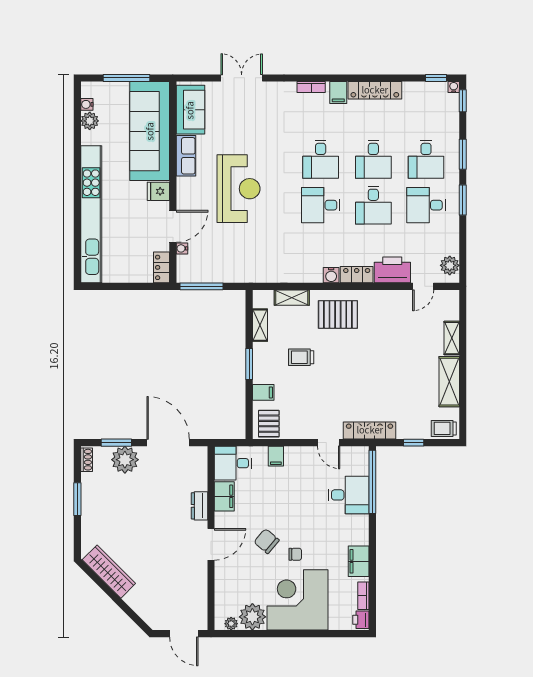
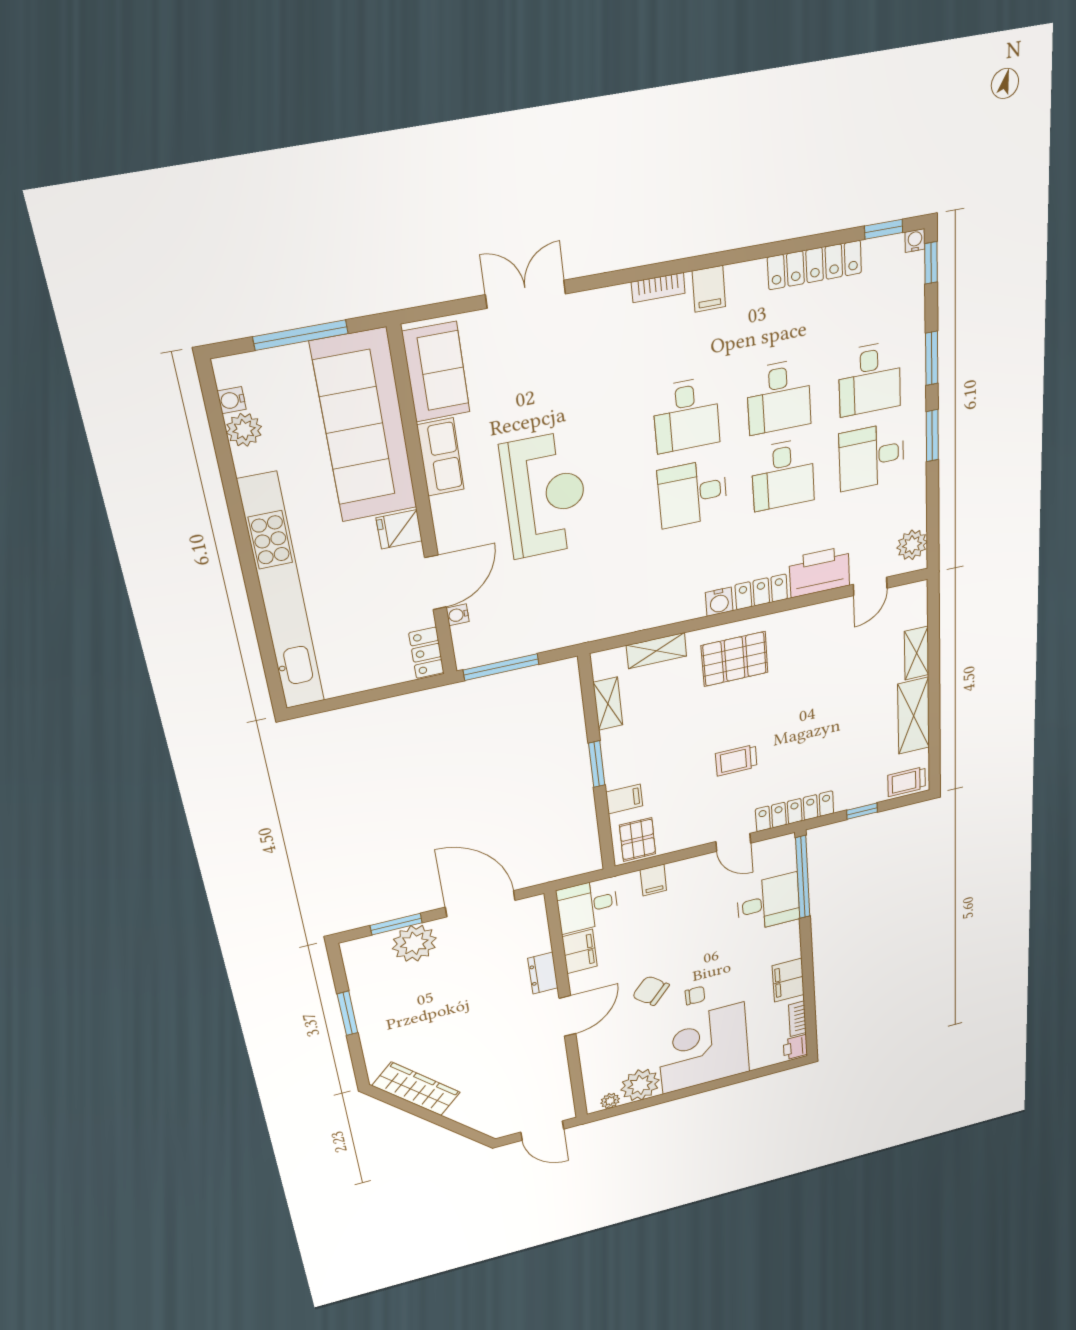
locker: (375, 90) -> (815, 265), moved
trolley: (301, 357) -> (736, 760), moved
shoe rack: (87, 460) -> (351, 959), removed

